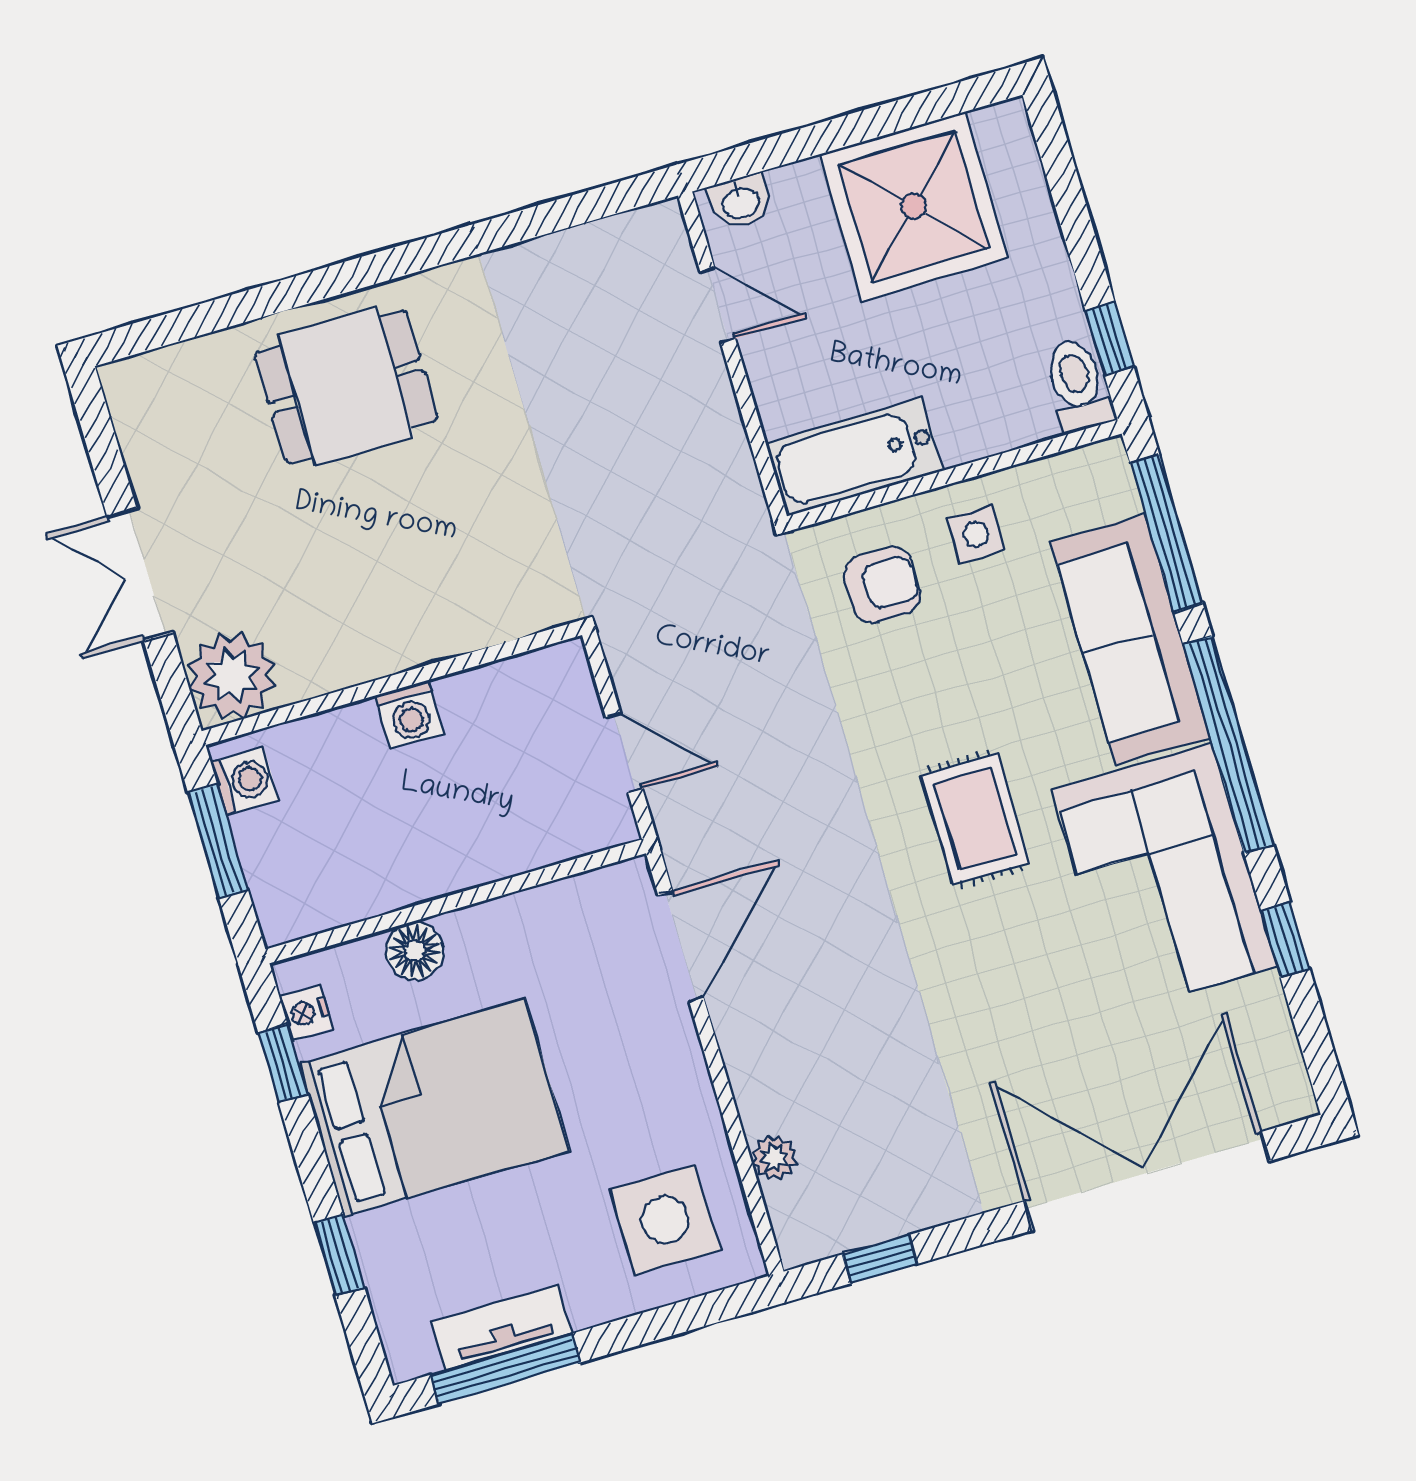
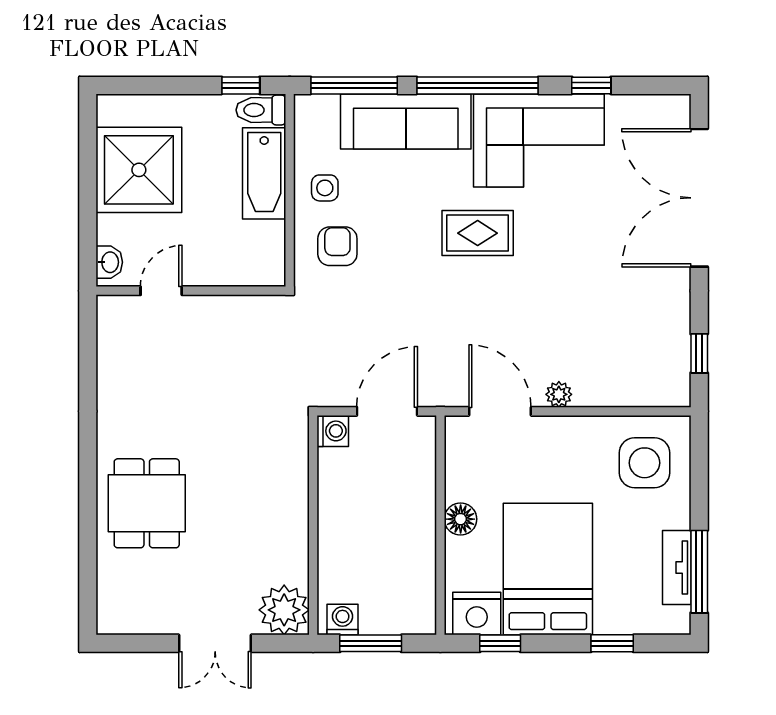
bathtub: (854, 457) -> (264, 173), moved
washing machine: (410, 714) -> (333, 431), moved
door: (624, 753) -> (387, 411), width x1.37
floor lamp: (415, 951) -> (461, 519), moved
nightstand: (306, 1013) -> (477, 614), width x1.89, depth x1.79
plant: (774, 1158) -> (559, 394), moved

